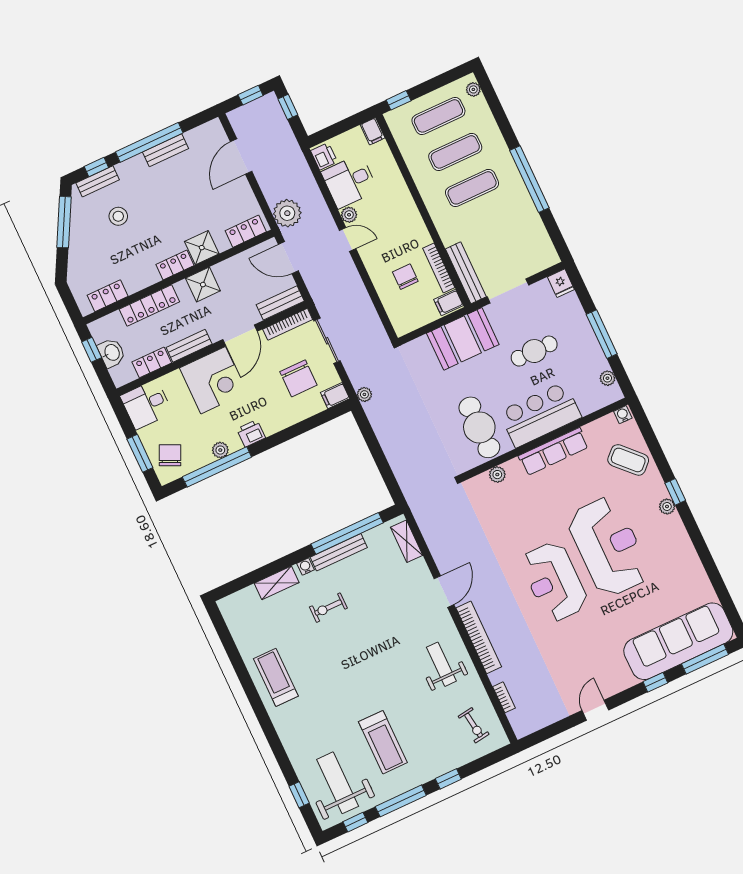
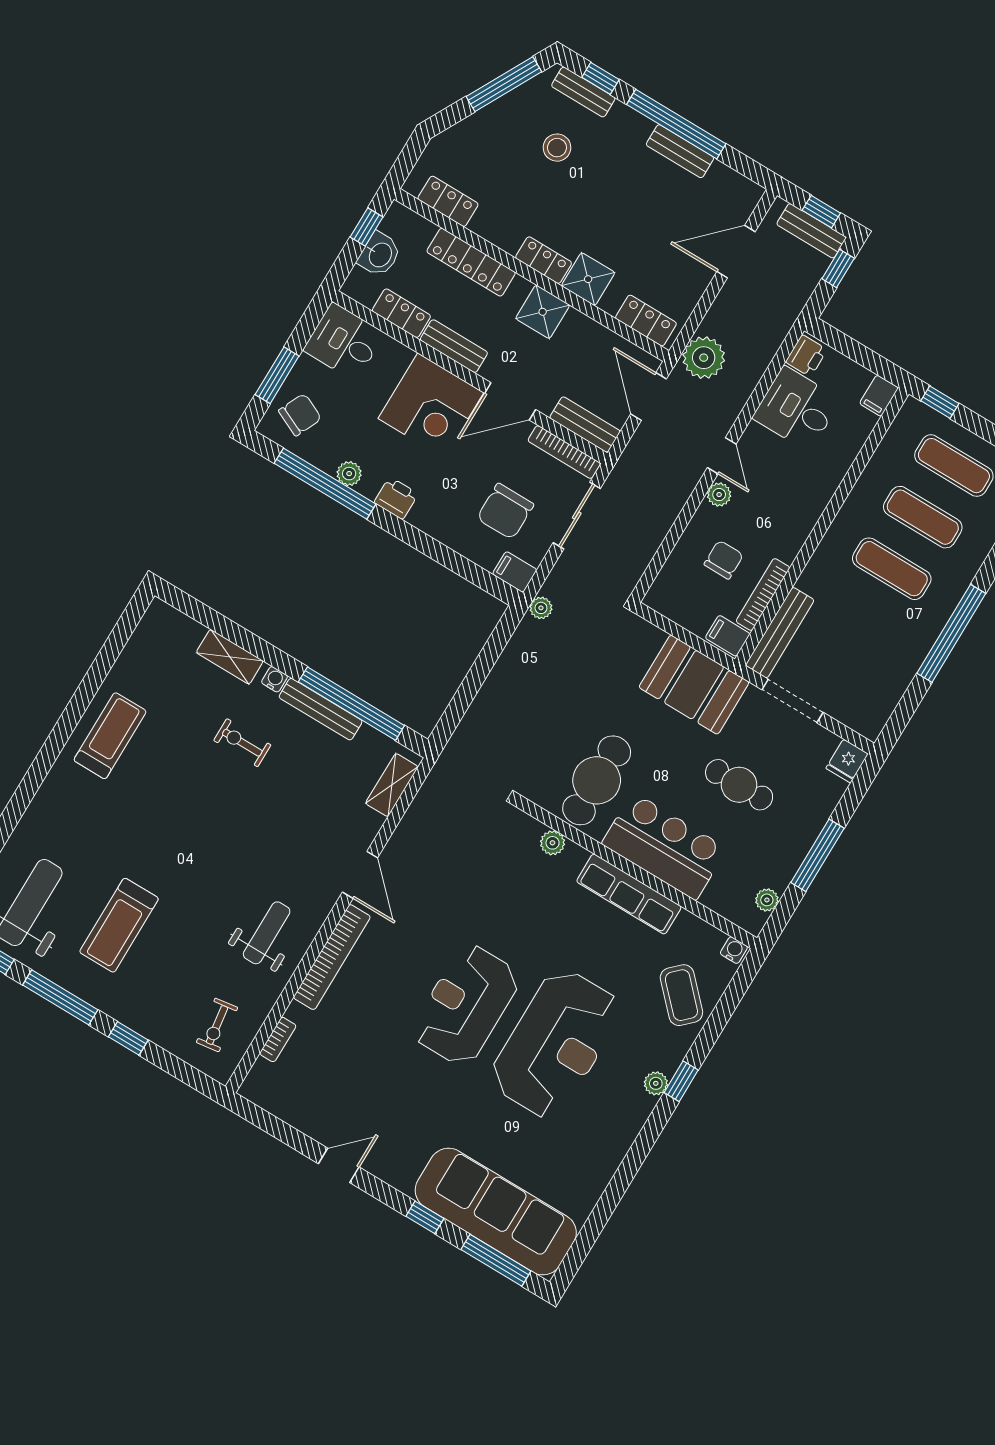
bench: (257, 108) -> (811, 231), added
plant: (349, 215) -> (719, 495), moved
door: (444, 592) -> (360, 875), hinge flipped

